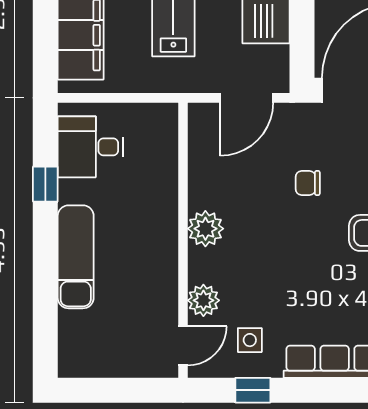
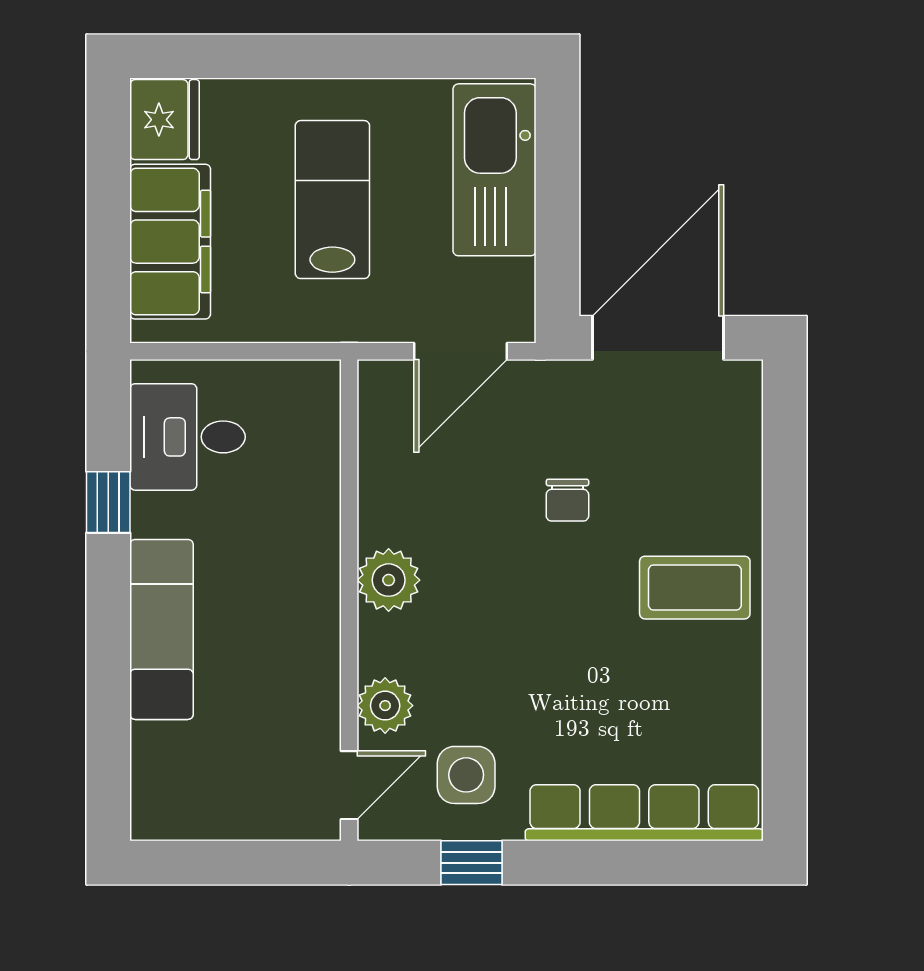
chair: (308, 183) -> (567, 500), turned -90
side table: (250, 340) -> (466, 775), width x1.37, depth x1.37

